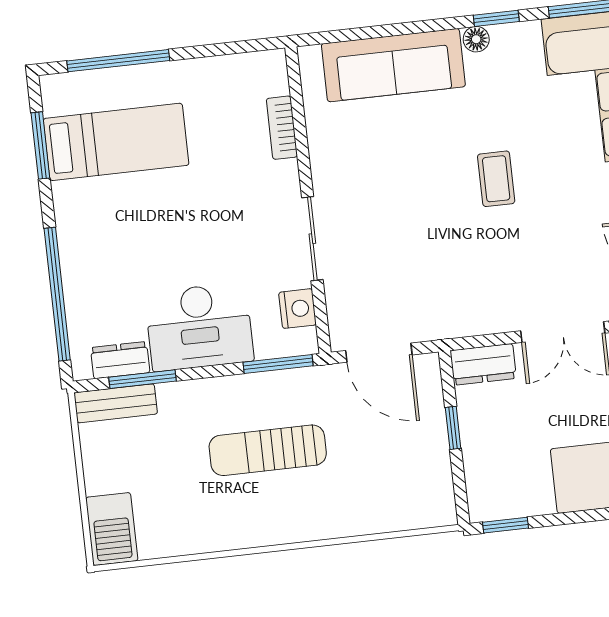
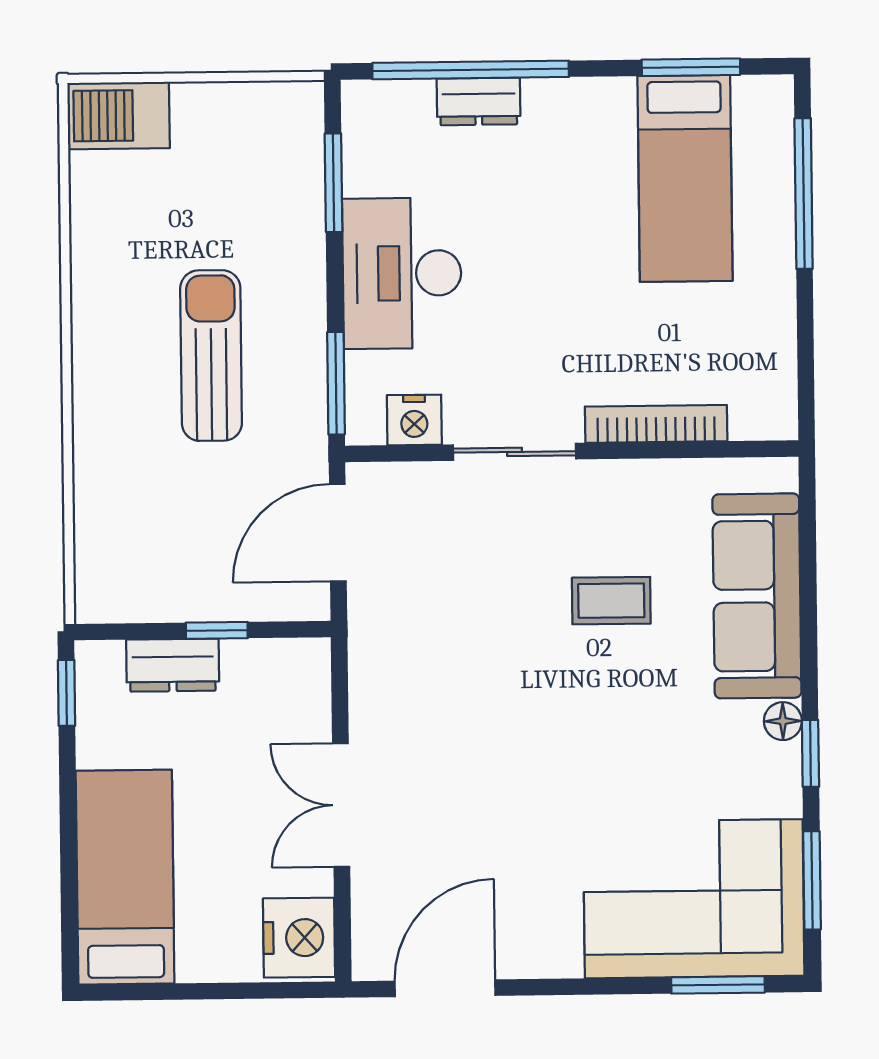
bookcase: (282, 128) -> (656, 424), width x1.56
coffee table: (496, 179) -> (611, 601), moved
dresser: (120, 360) -> (479, 101), moved, turned 90
dresser: (483, 364) -> (173, 665), moved, turned -90
bench: (116, 403) -> (302, 140), removed

